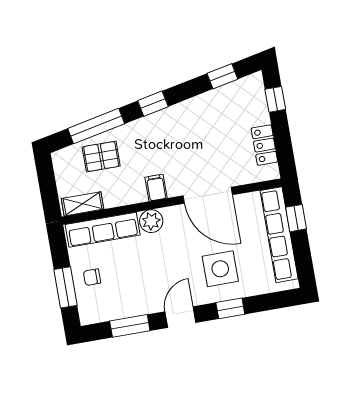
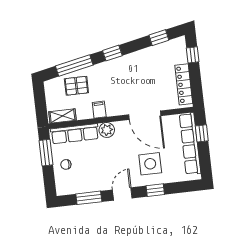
locker: (264, 145) -> (184, 84), width x1.53
filing cabinet: (156, 188) -> (99, 110), moved
window: (65, 287) -> (46, 153), moved

